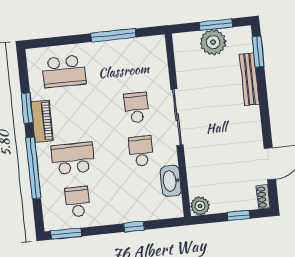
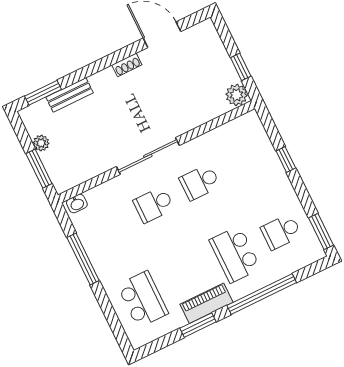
window: (216, 25) -> (39, 169), moved
plant: (213, 42) -> (41, 143), width x0.53, depth x0.53
bench: (249, 79) -> (70, 95), width x0.73
washbasin: (171, 181) -> (77, 204), moved, width x0.52, depth x0.69
shoe rack: (263, 197) -> (127, 65), moved
window: (239, 216) -> (241, 67), moved

